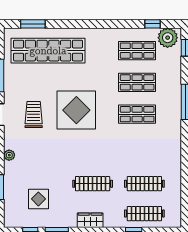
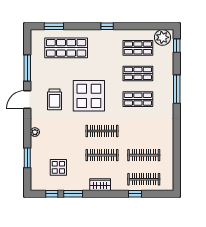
window: (153, 24) -> (107, 26), moved
shop shelf: (48, 51) -> (66, 48), width x0.71
trolley: (34, 115) -> (54, 99), turned 180
clothes rail: (93, 154) -> (102, 131), added

